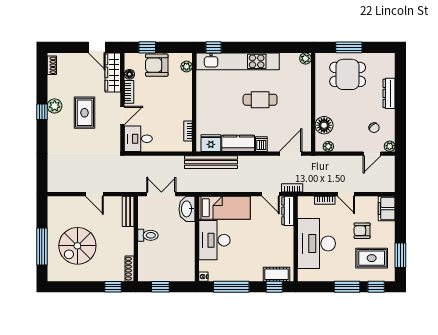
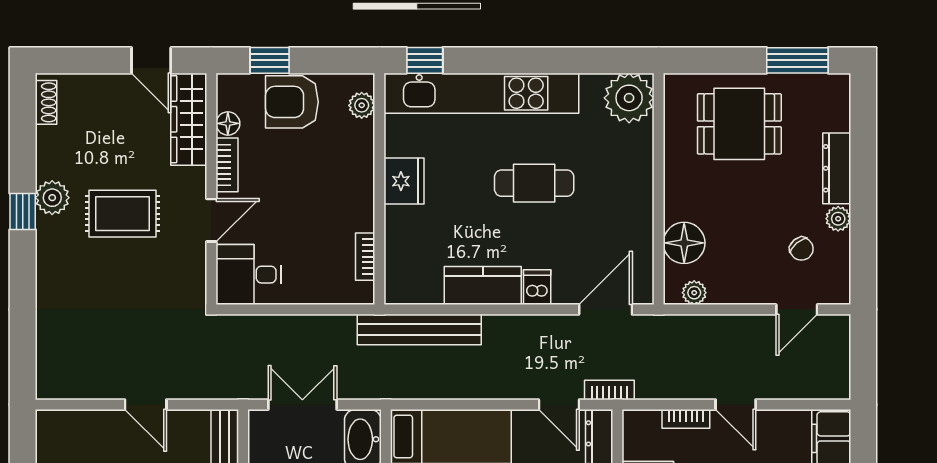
window: (349, 47) -> (797, 60), moved
plant: (305, 58) -> (629, 98), width x1.88, depth x1.88
rug: (85, 113) -> (122, 214), turned 90
fridge: (211, 143) -> (404, 181), moved, turned 90
plant: (390, 146) -> (838, 219), moved

